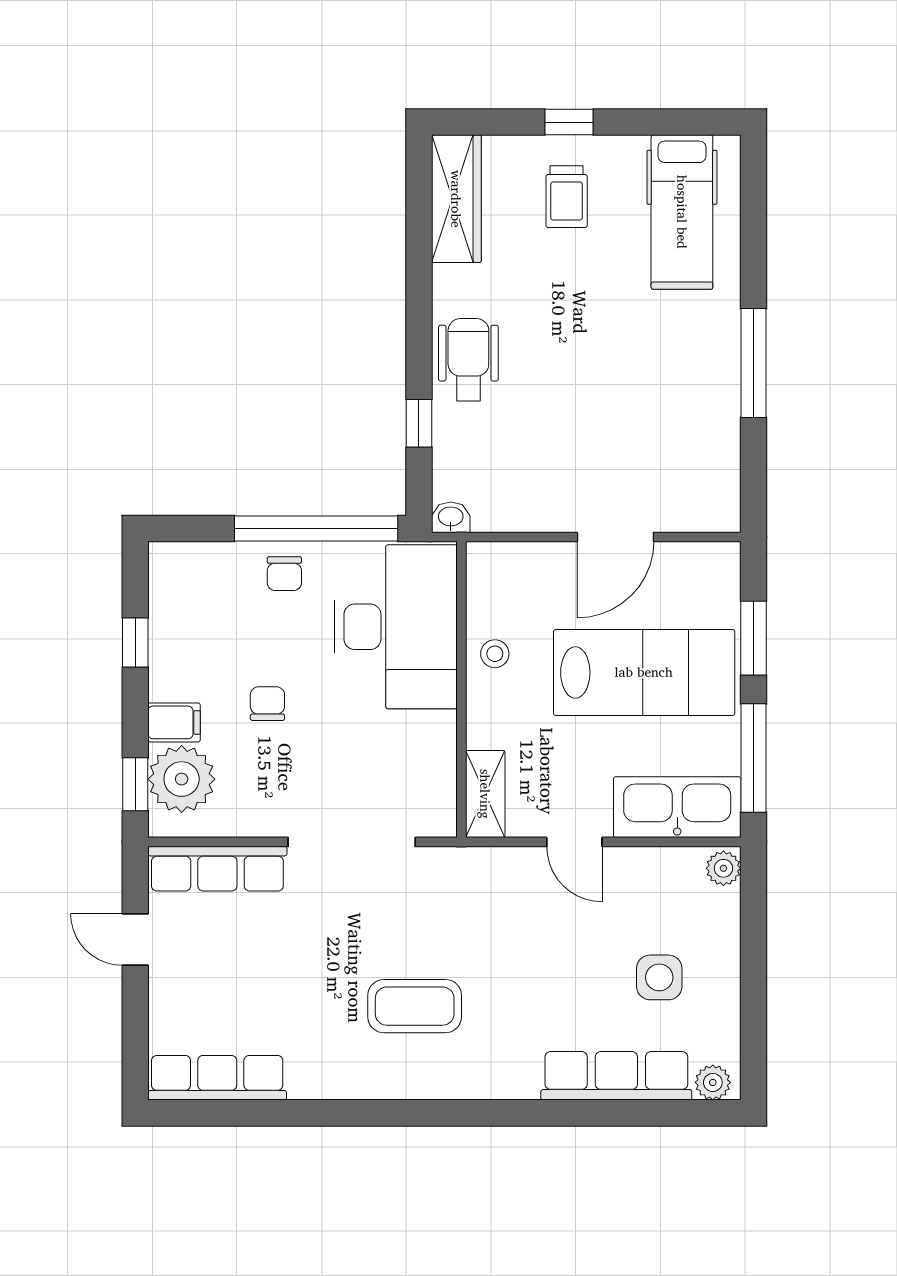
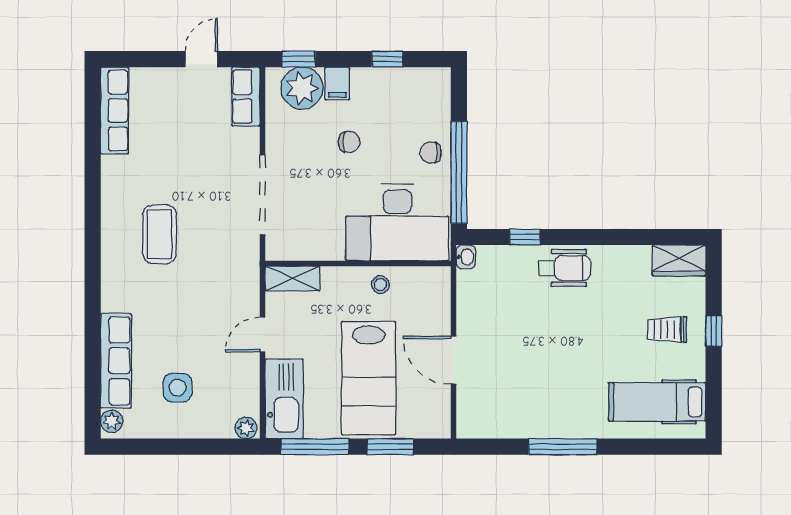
wardrobe: (456, 199) -> (679, 260), width x0.67
row of seats: (217, 869) -> (246, 97), width x0.68

